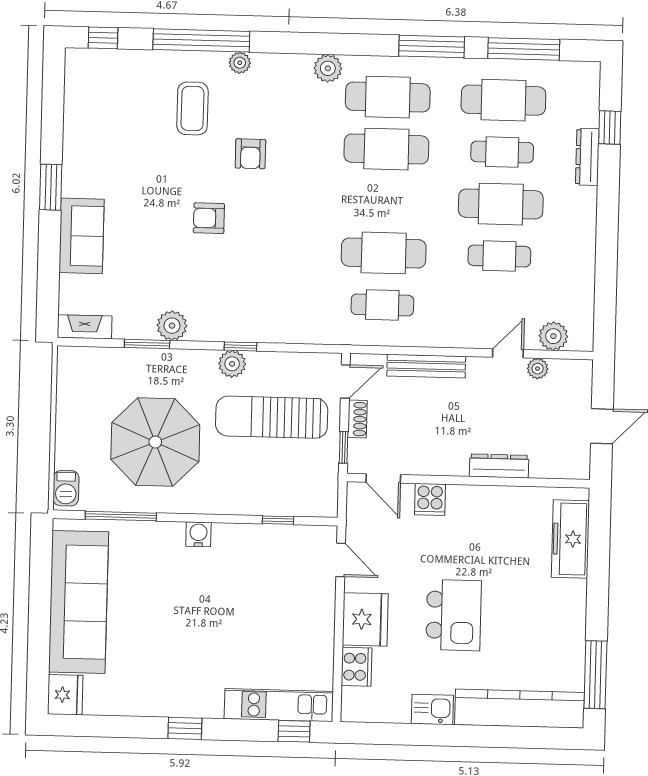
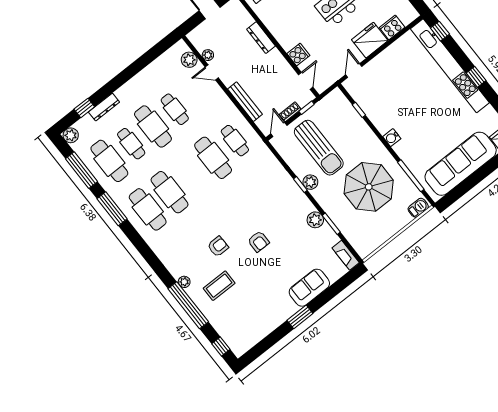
plant: (328, 68) -> (71, 135), moved
door: (345, 382) -> (279, 130), hinge flipped
kitchen unit: (279, 705) -> (450, 66), width x1.86

